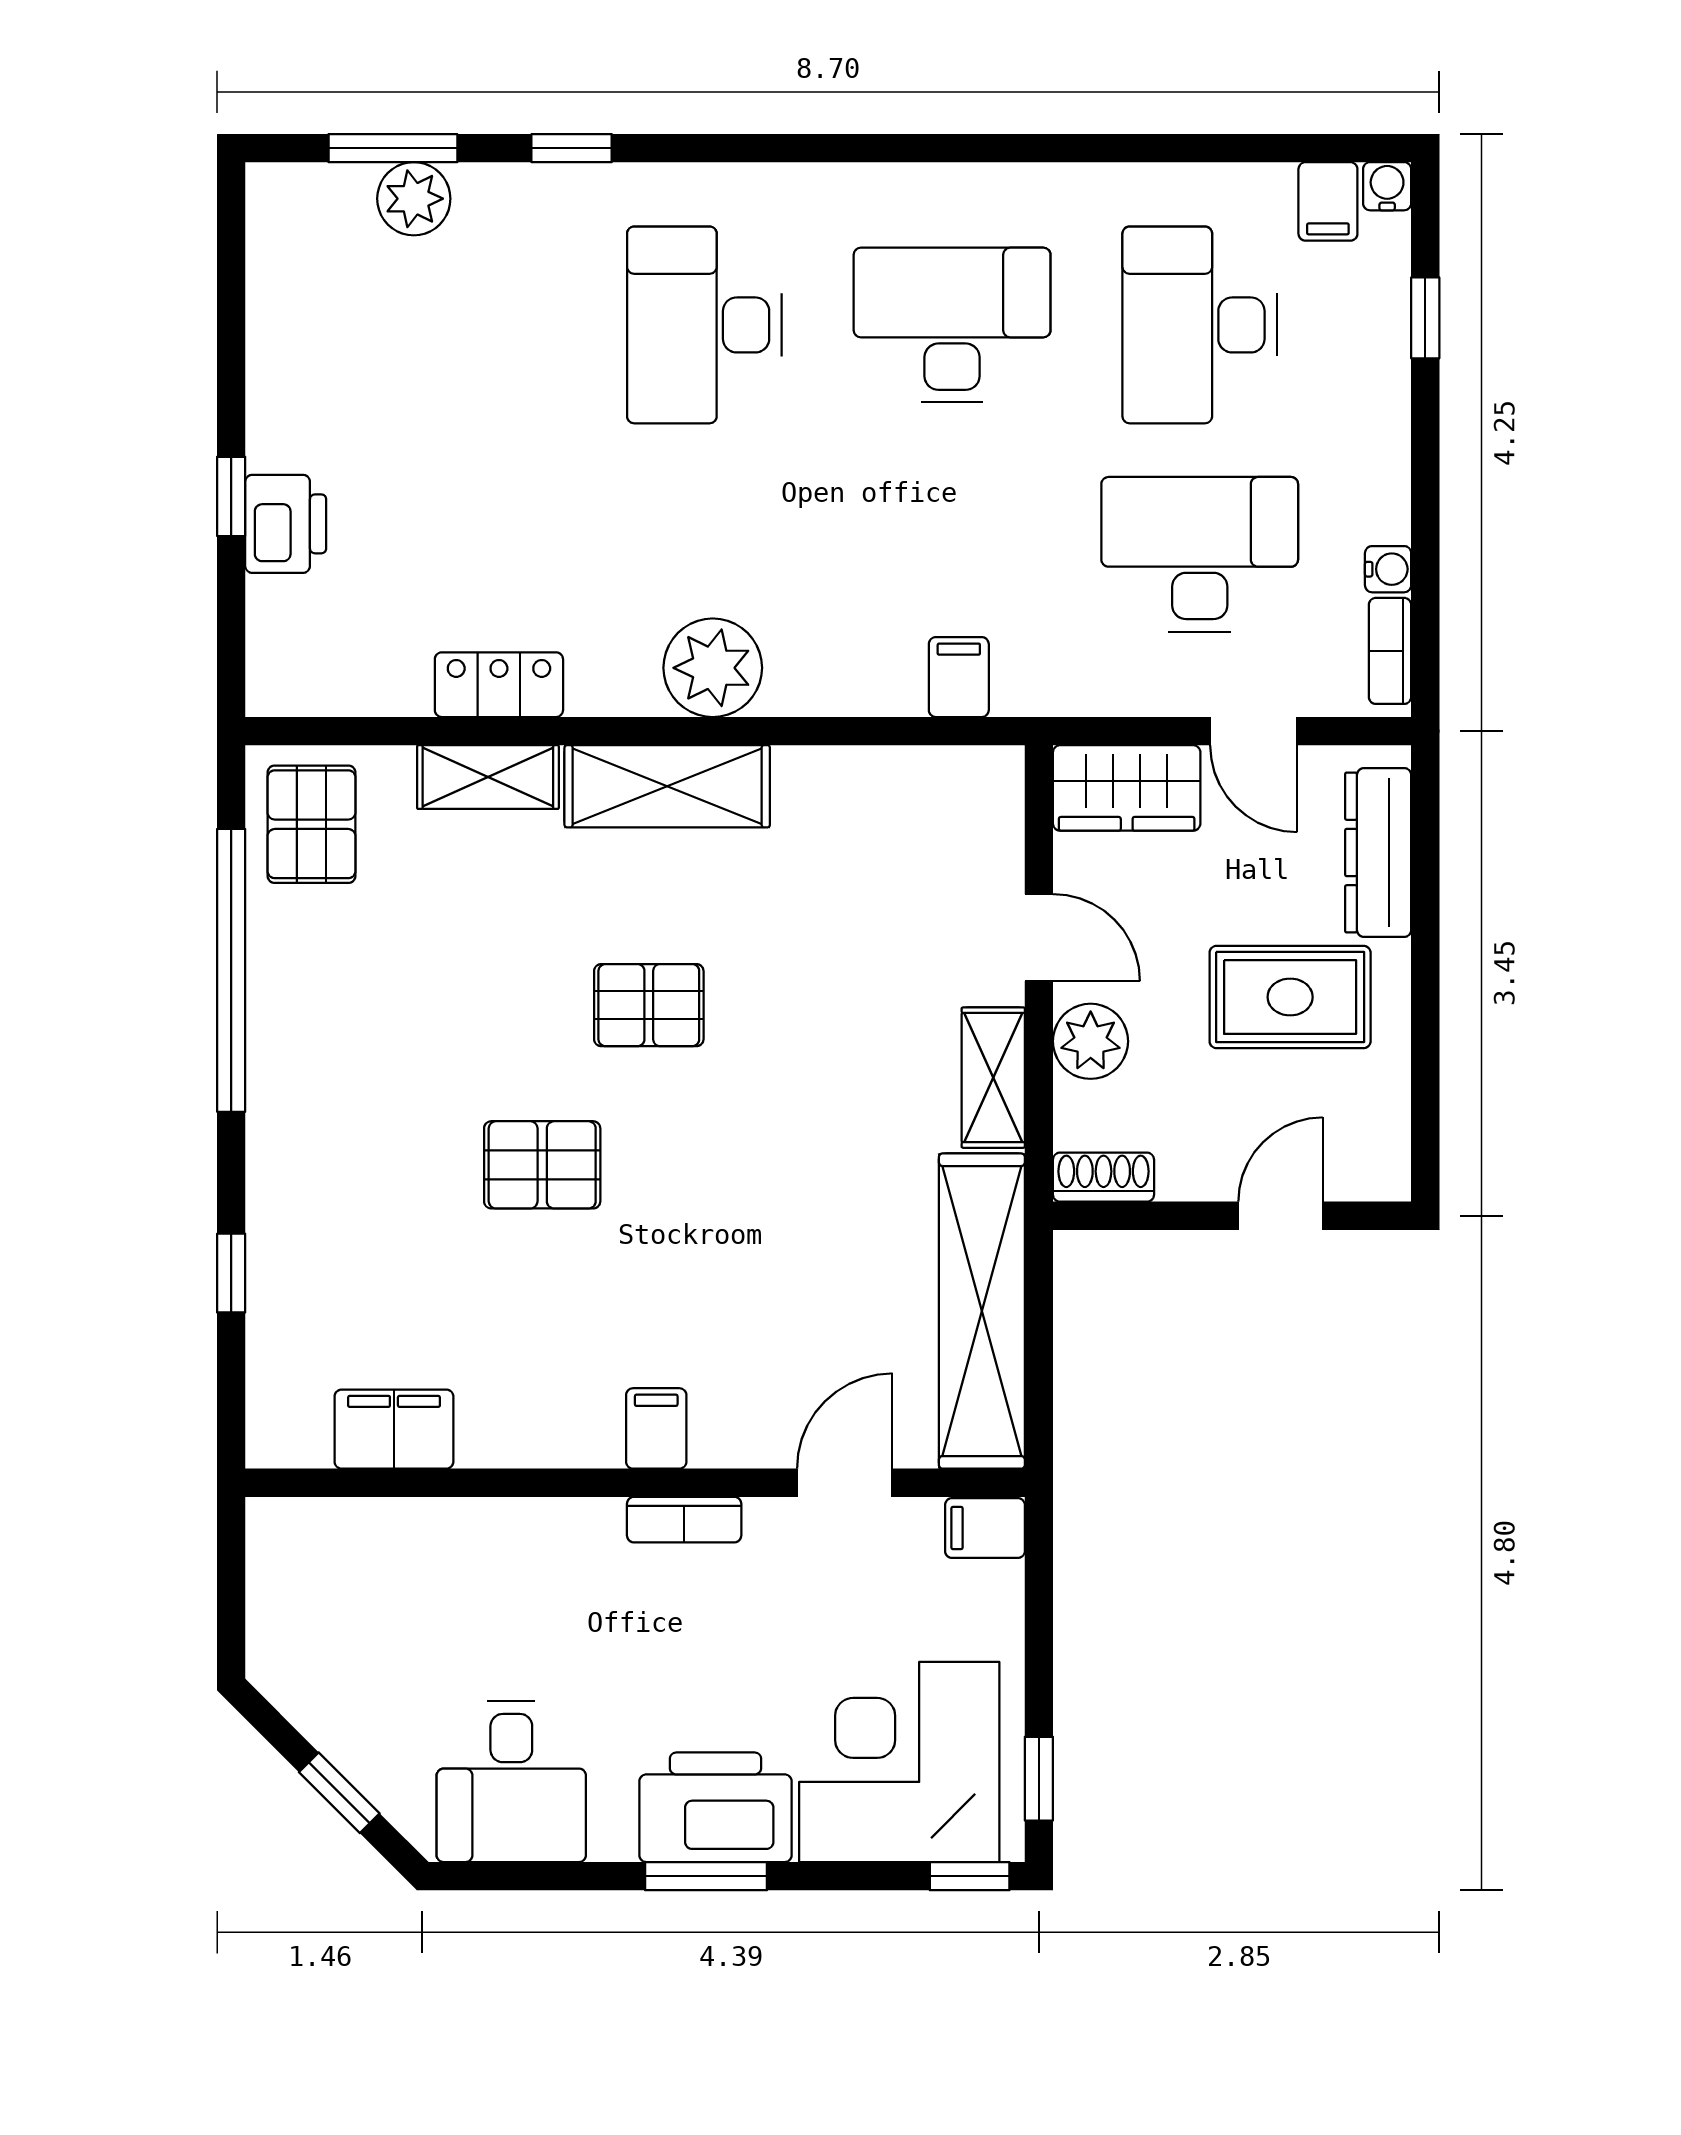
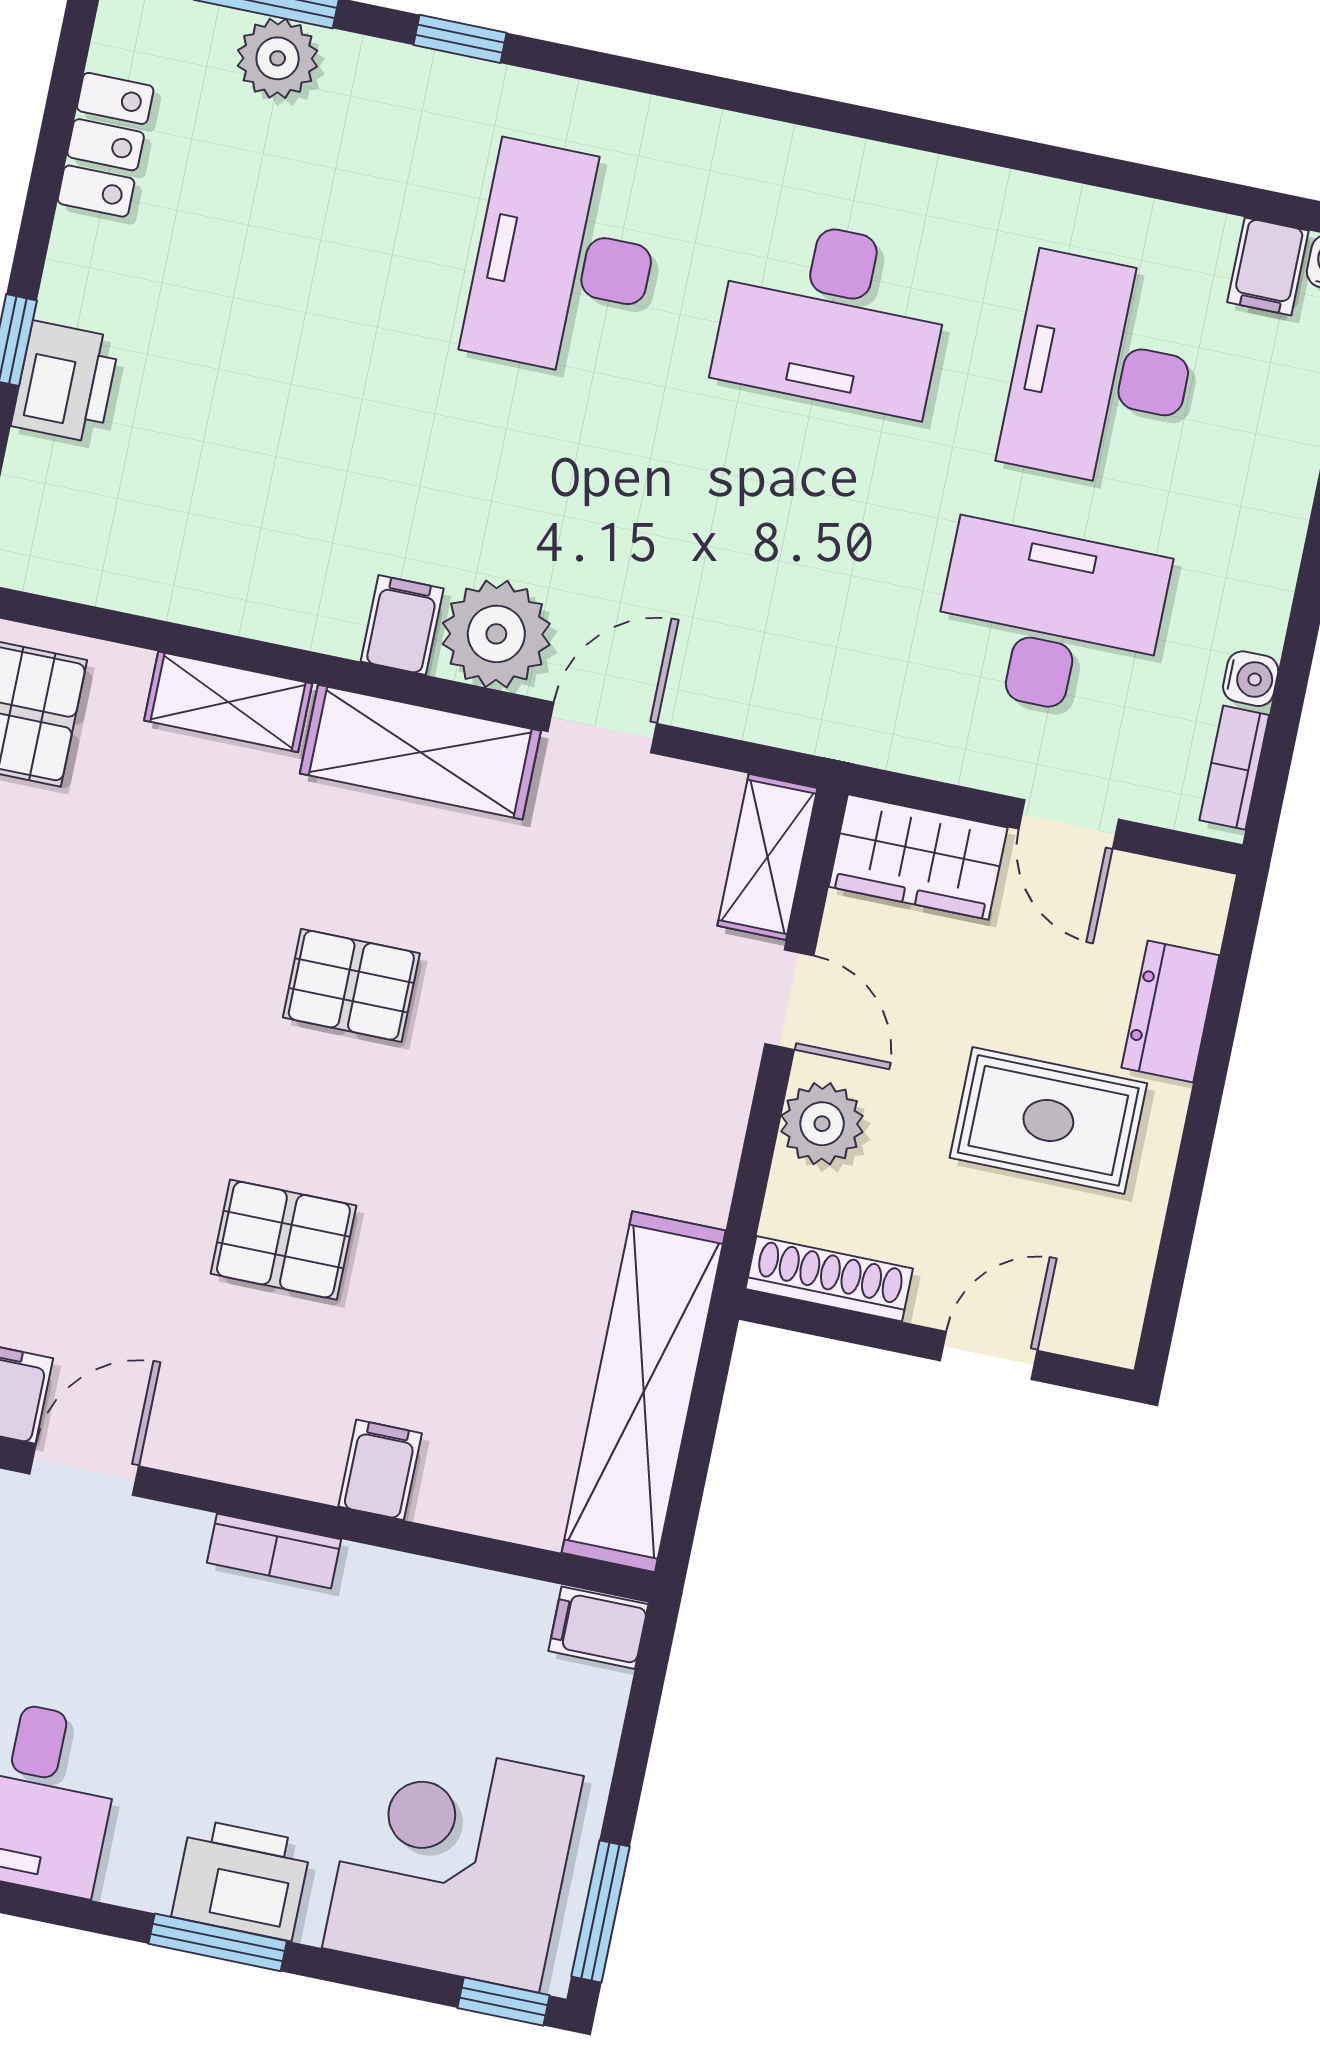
desk: (952, 325) -> (833, 316), turned 180
filing cabinet: (959, 677) -> (402, 625), moved
locker: (499, 685) -> (106, 145), moved, turned 90
door: (824, 731) -> (602, 727), added
dresser: (1378, 853) -> (1170, 1011), width x0.70
shelving: (993, 1078) -> (767, 857), moved
pallet: (542, 1165) -> (283, 1240), moved
shoe rack: (1103, 1177) -> (829, 1279), width x1.43
filing cabinet: (656, 1428) -> (380, 1470), moved
door: (845, 1483) -> (84, 1470), moved
window: (1039, 1779) -> (601, 1912), width x1.50
printer: (716, 1807) -> (241, 1880), width x0.73, depth x0.84

